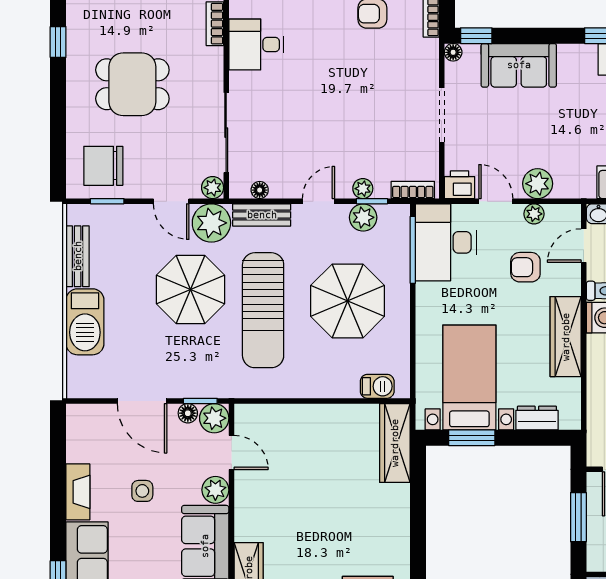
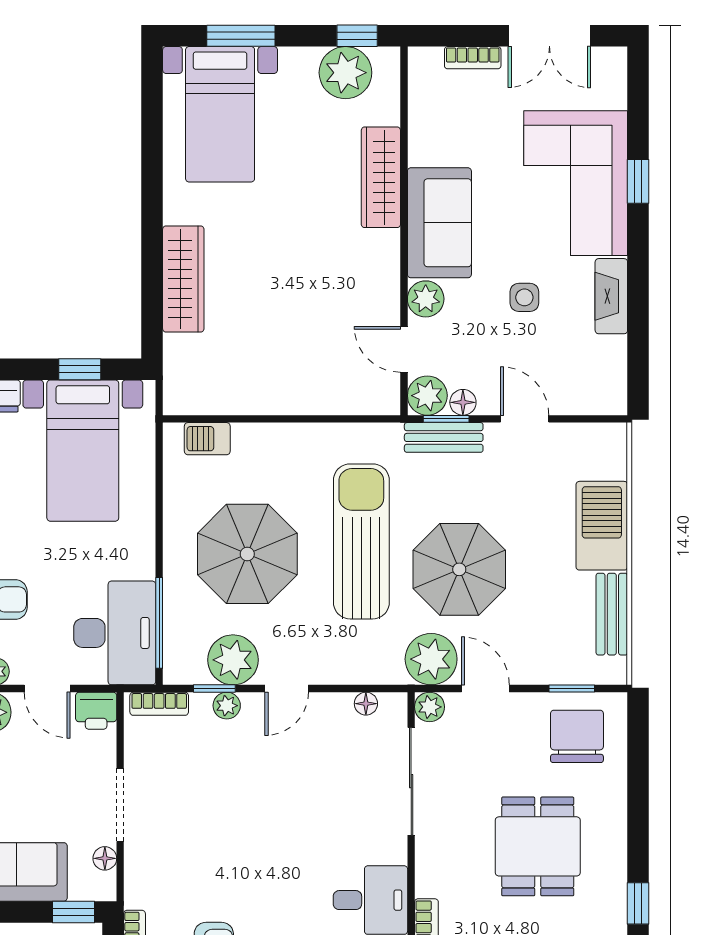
floor lamp: (453, 52) -> (105, 858), moved
dining table: (132, 84) -> (538, 846), turned 90
chair: (103, 166) -> (577, 736), turned -90
bench: (262, 215) -> (444, 437), moved
plant: (363, 217) -> (233, 660), width x1.36, depth x1.36
door: (142, 401) -> (525, 419), width x0.73
window: (472, 438) -> (80, 369), width x0.67
wardrobe: (395, 443) -> (183, 279), moved

